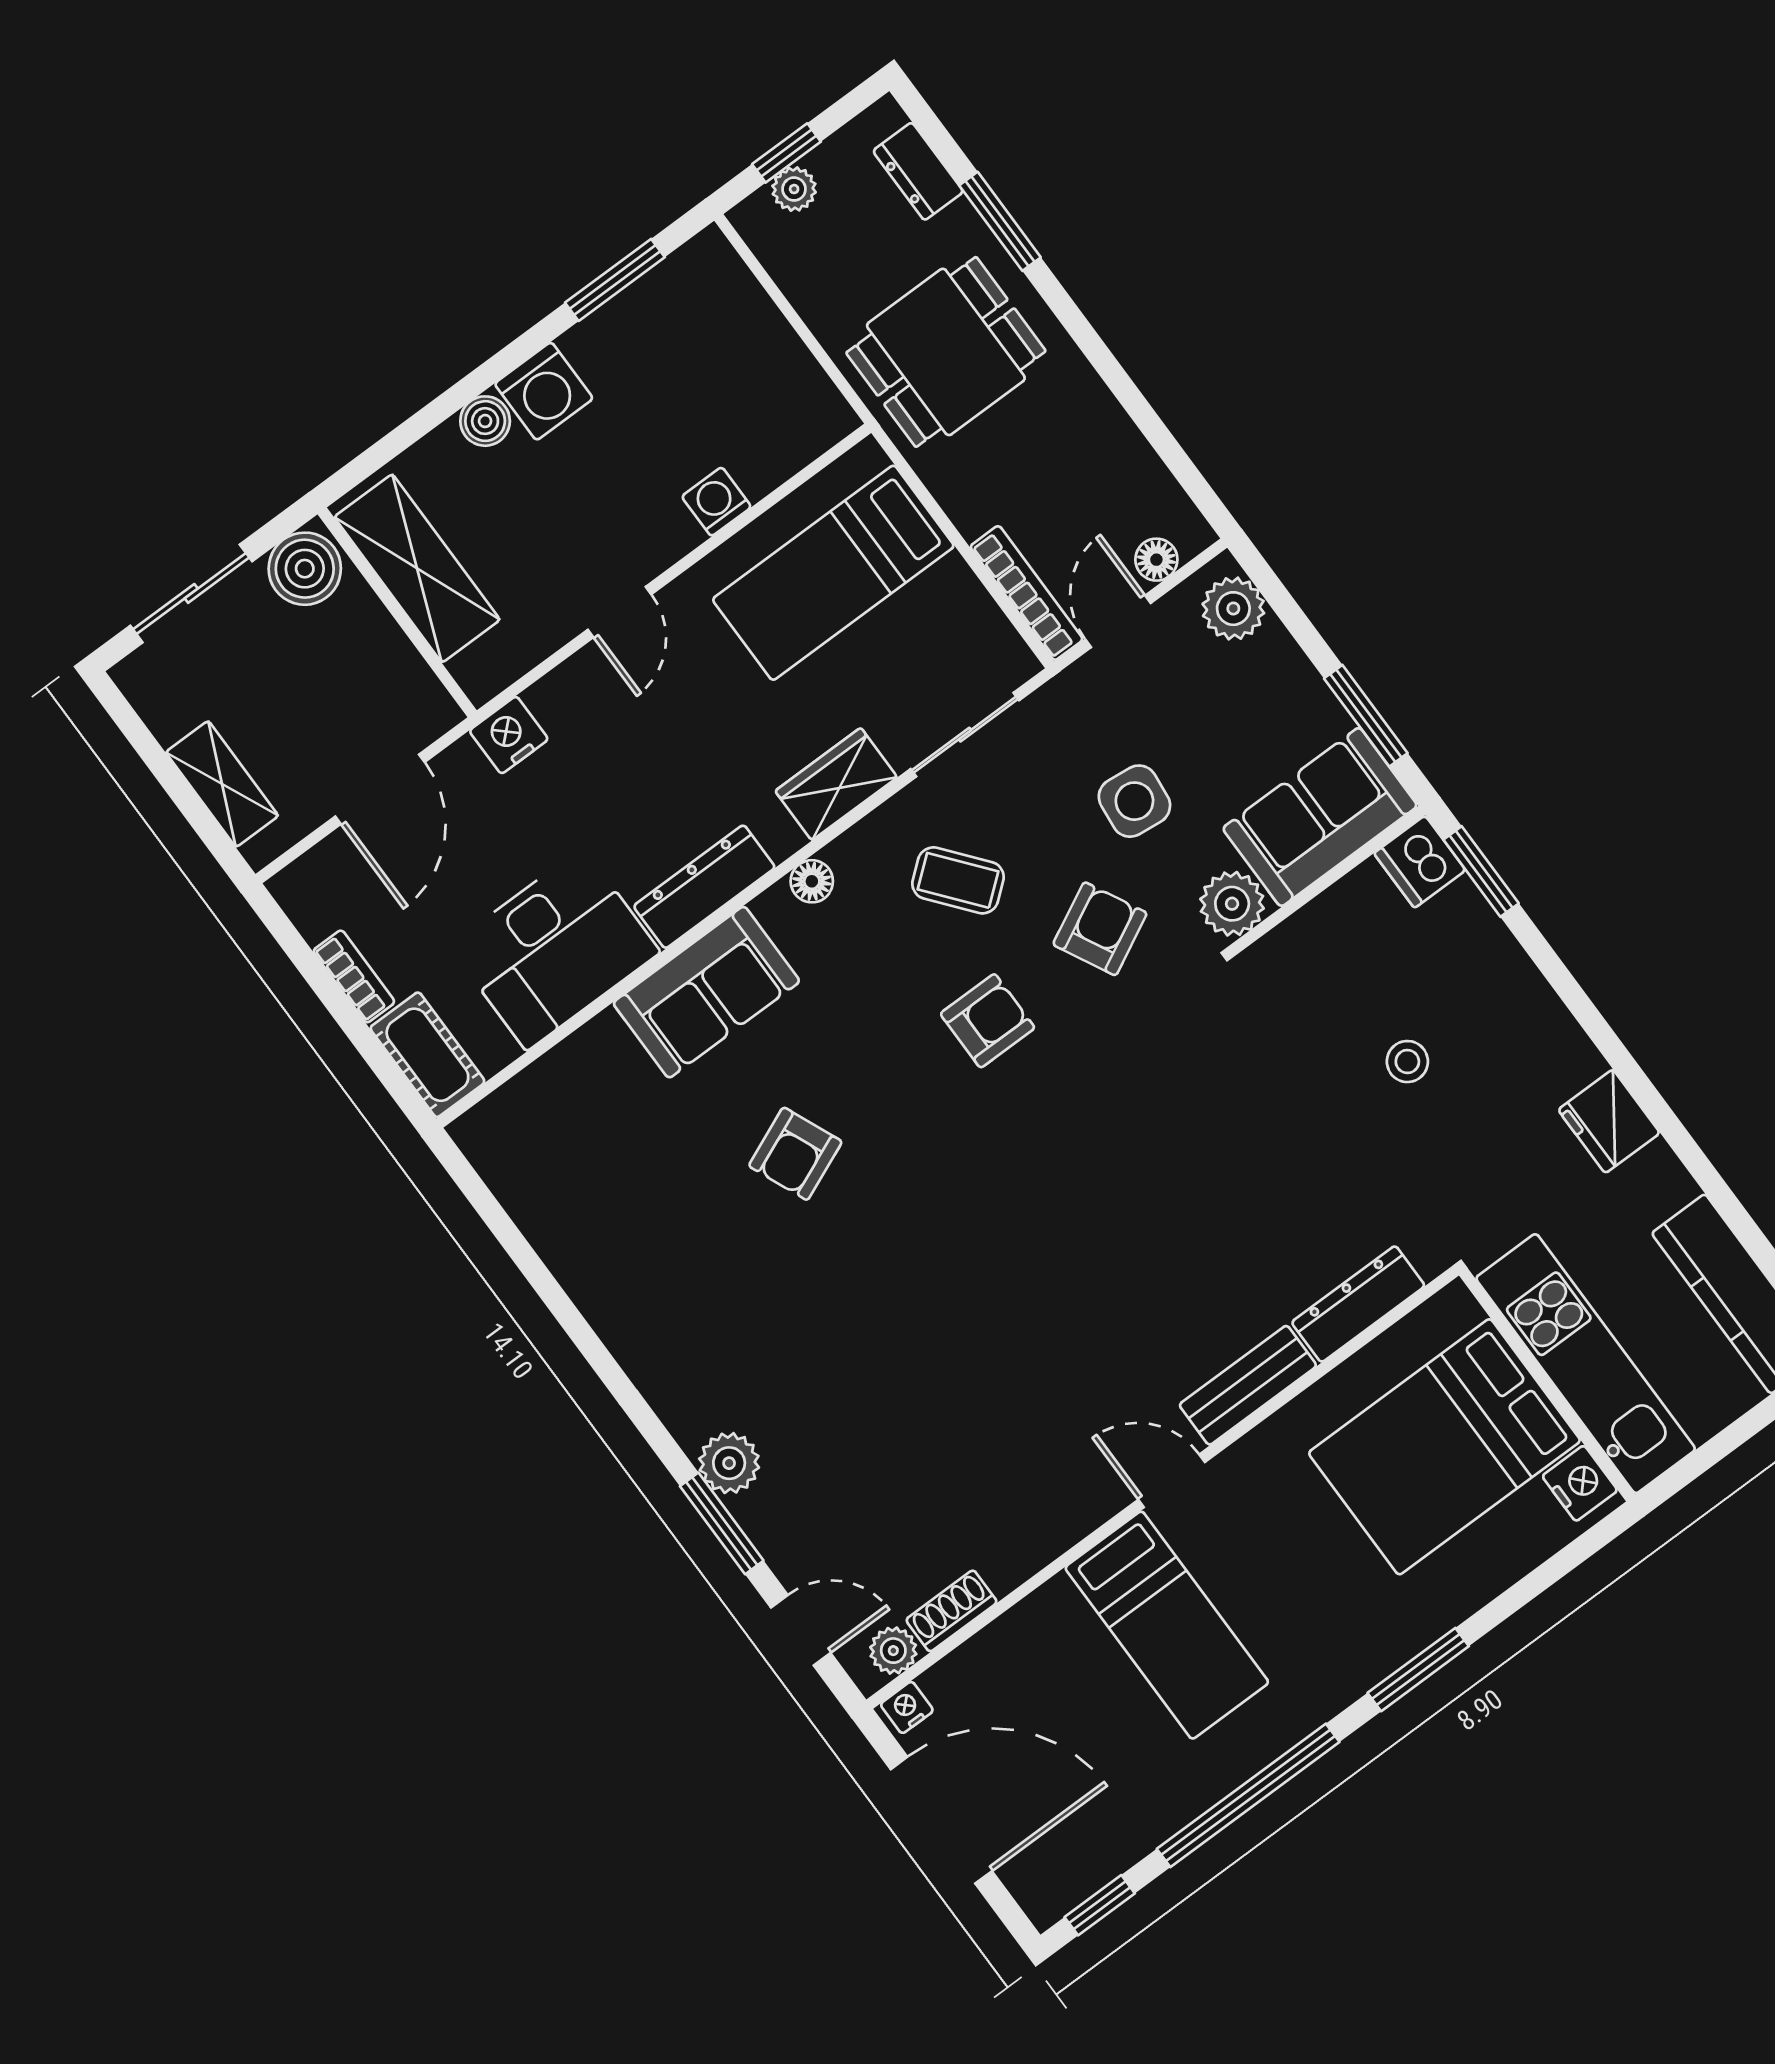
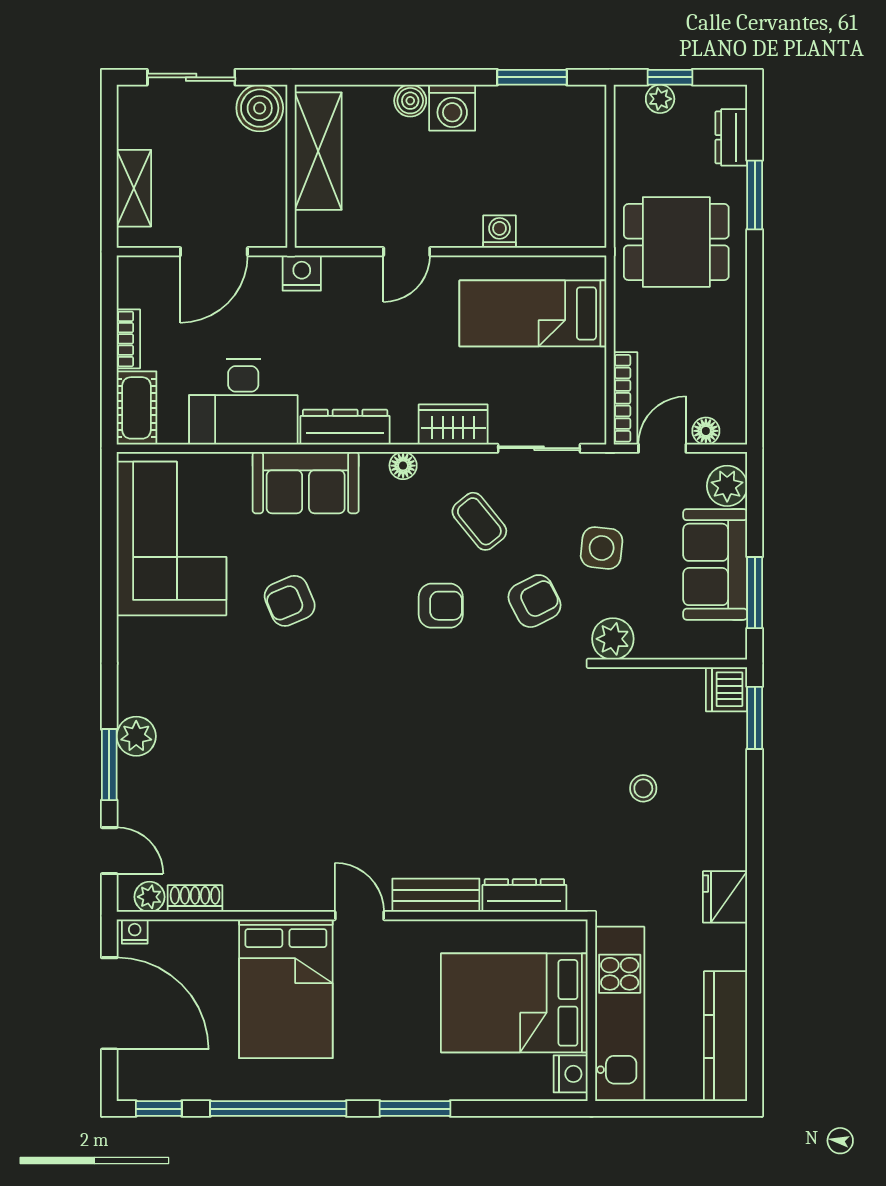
sofa: (1320, 817) -> (715, 564), moved, turned -90
corner sofa: (591, 1185) -> (171, 539), added
bed: (1167, 1625) -> (286, 989), width x1.50

